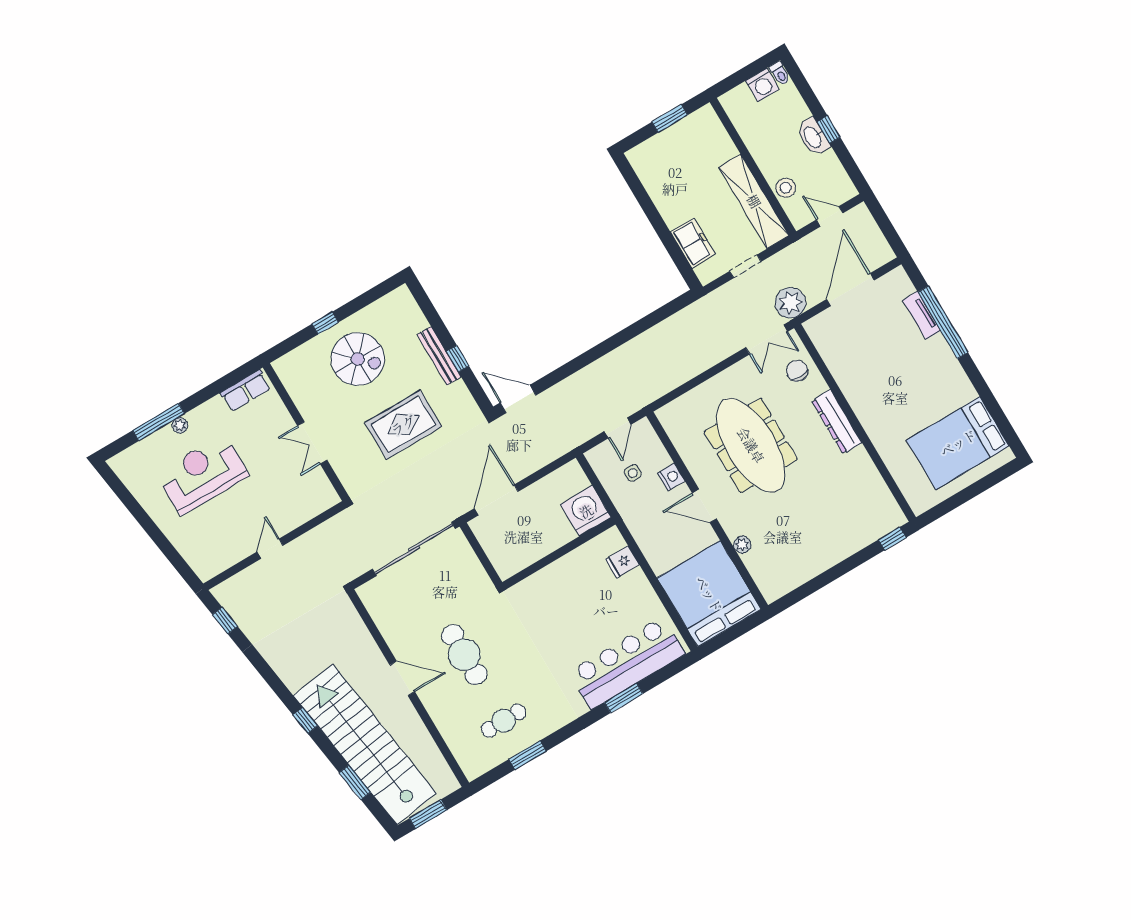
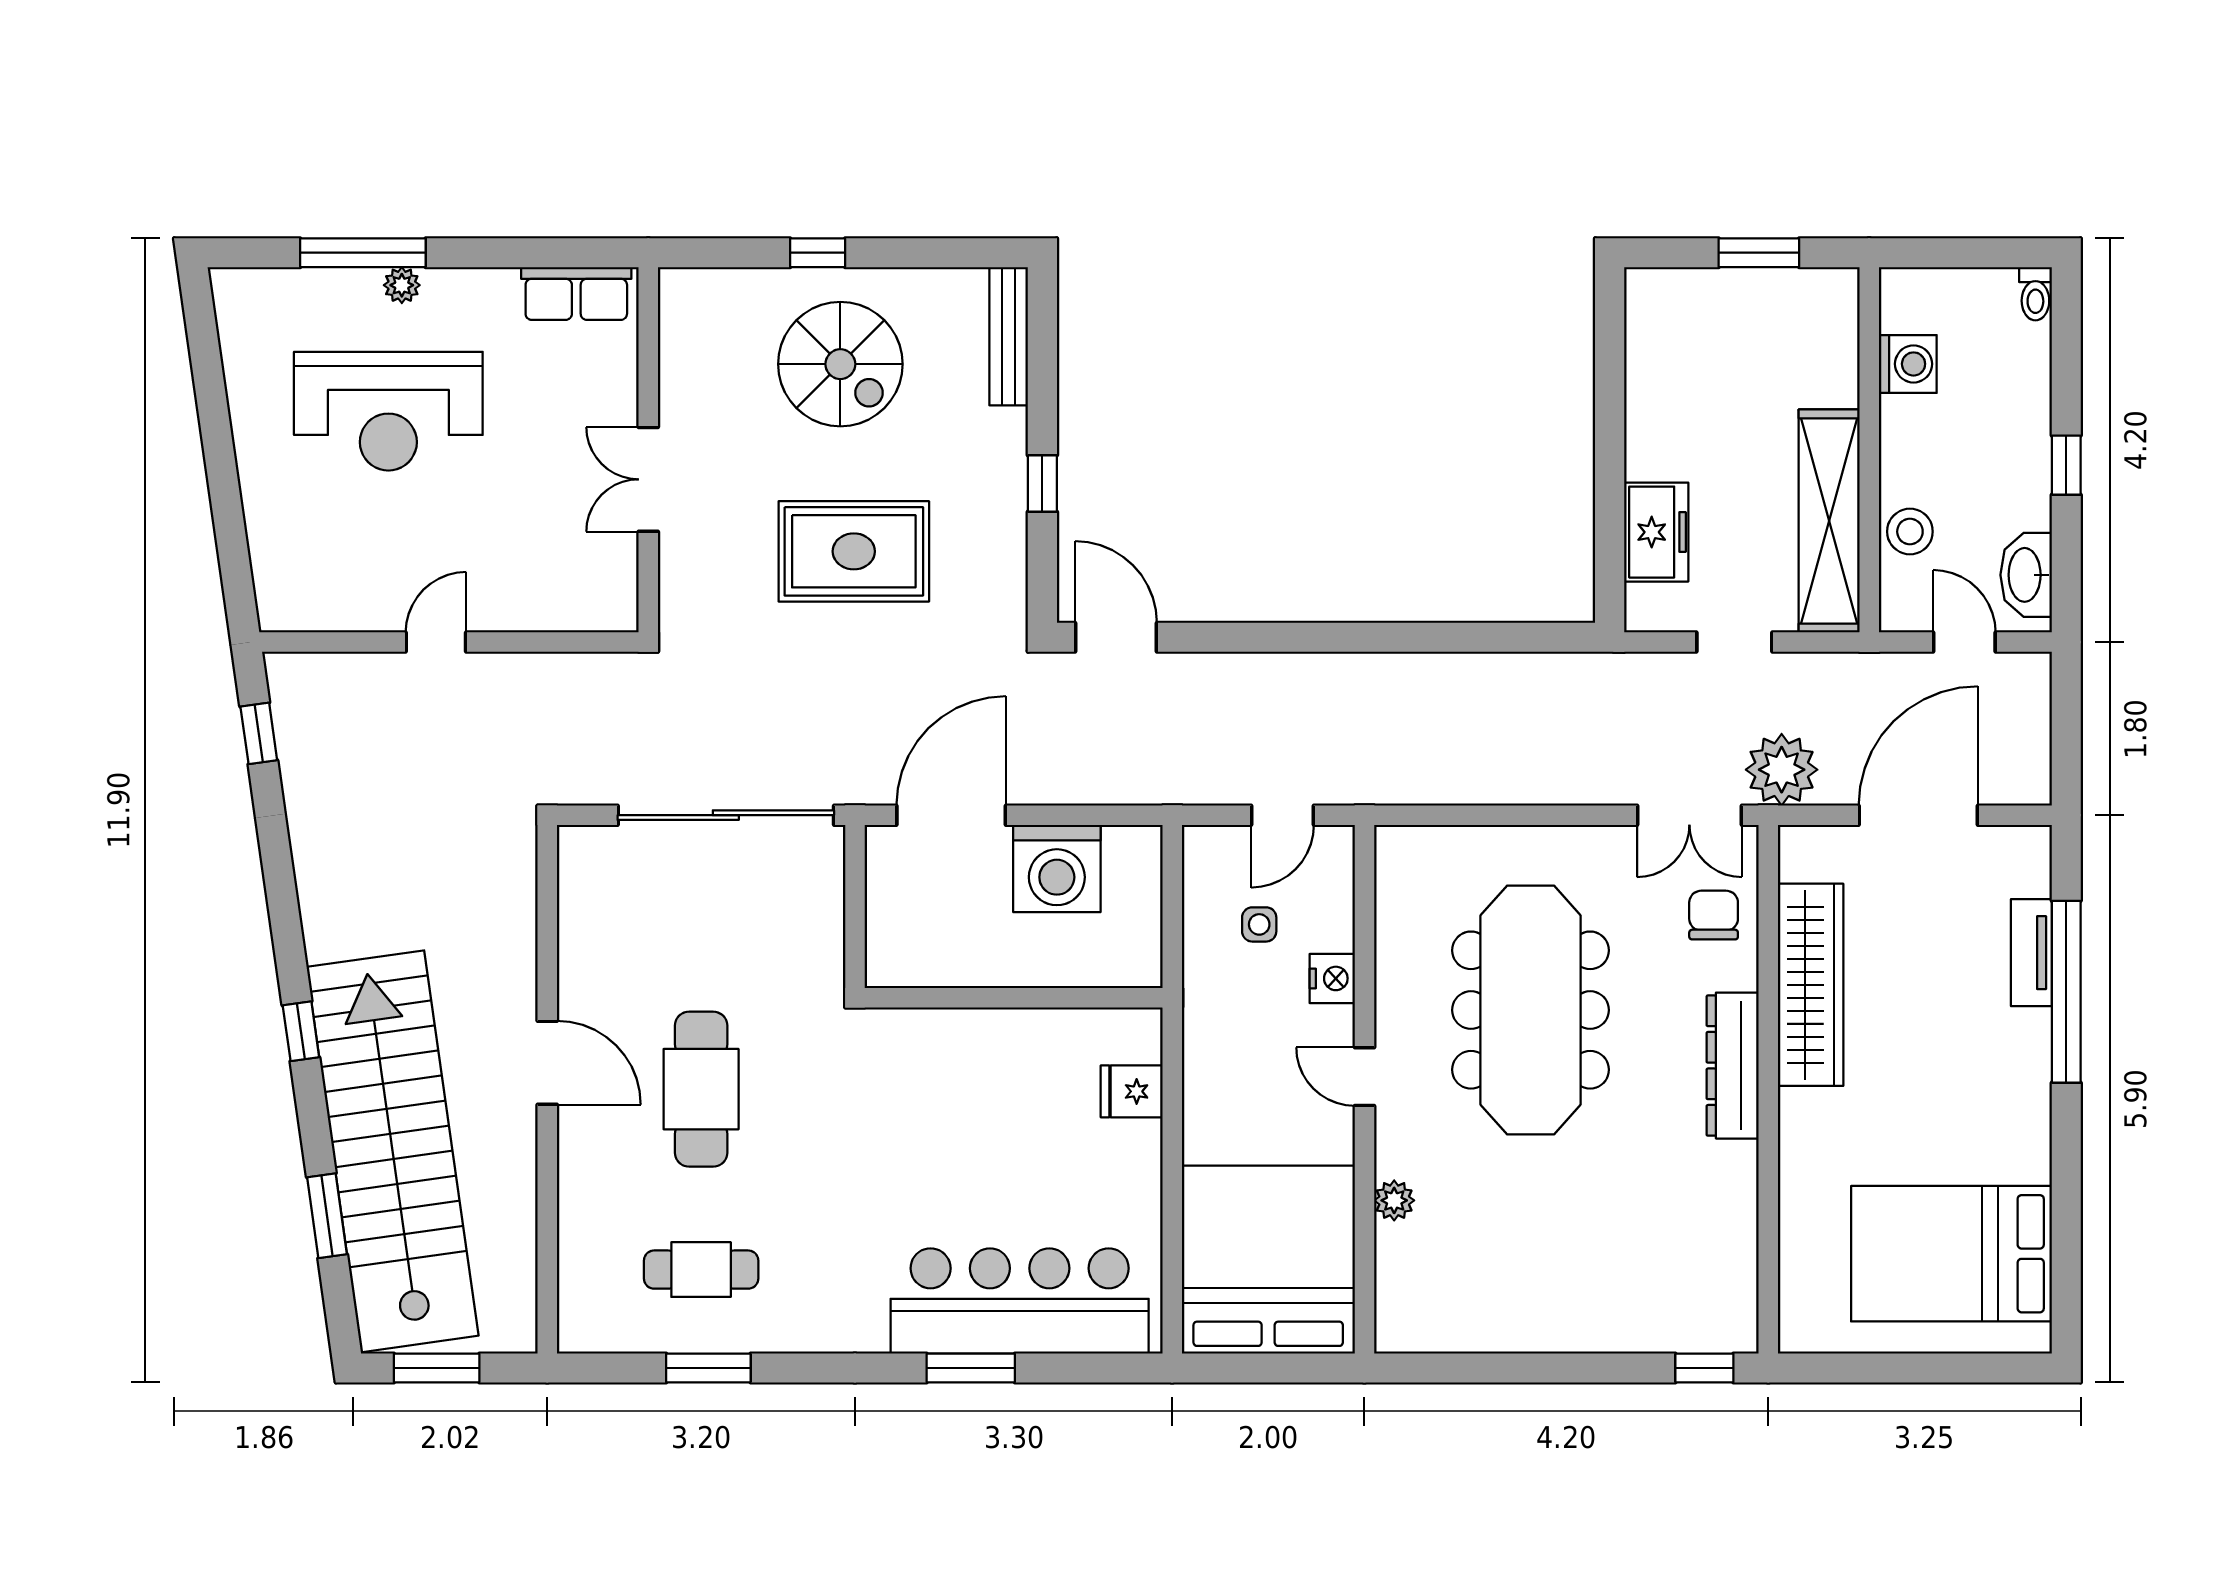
washing machine: (762, 85) -> (1908, 364), moved, turned -90
washbasin: (813, 137) -> (2026, 575), moved
bench: (439, 356) -> (1009, 336), moved
wardrobe: (848, 375) -> (1811, 985), added
reception desk: (202, 474) -> (388, 411), turned 180
door: (704, 506) -> (1364, 1077), width x0.73
washing machine: (586, 511) -> (1057, 868), moved, turned 180

